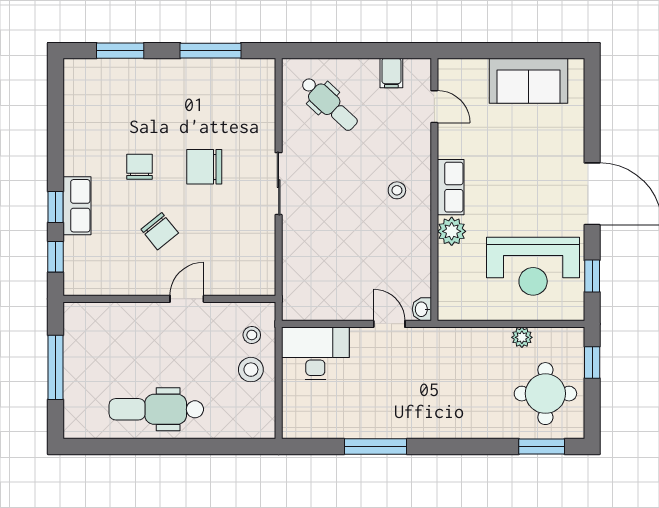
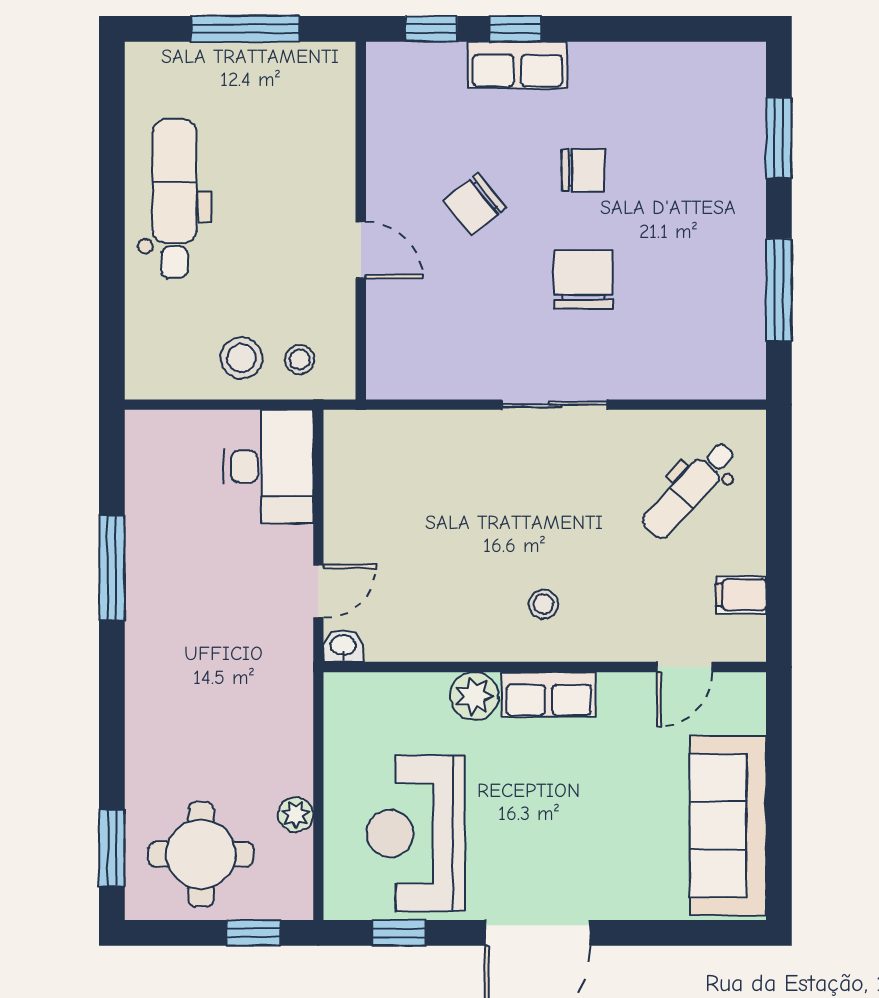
sofa: (528, 81) -> (728, 826), width x1.36

